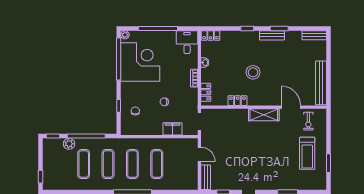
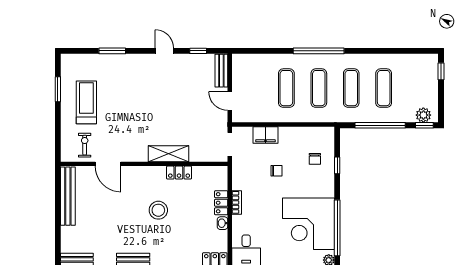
locker: (206, 92) -> (221, 203), moved
shelving: (264, 115) -> (168, 154), moved
plant: (69, 144) -> (423, 115), moved

